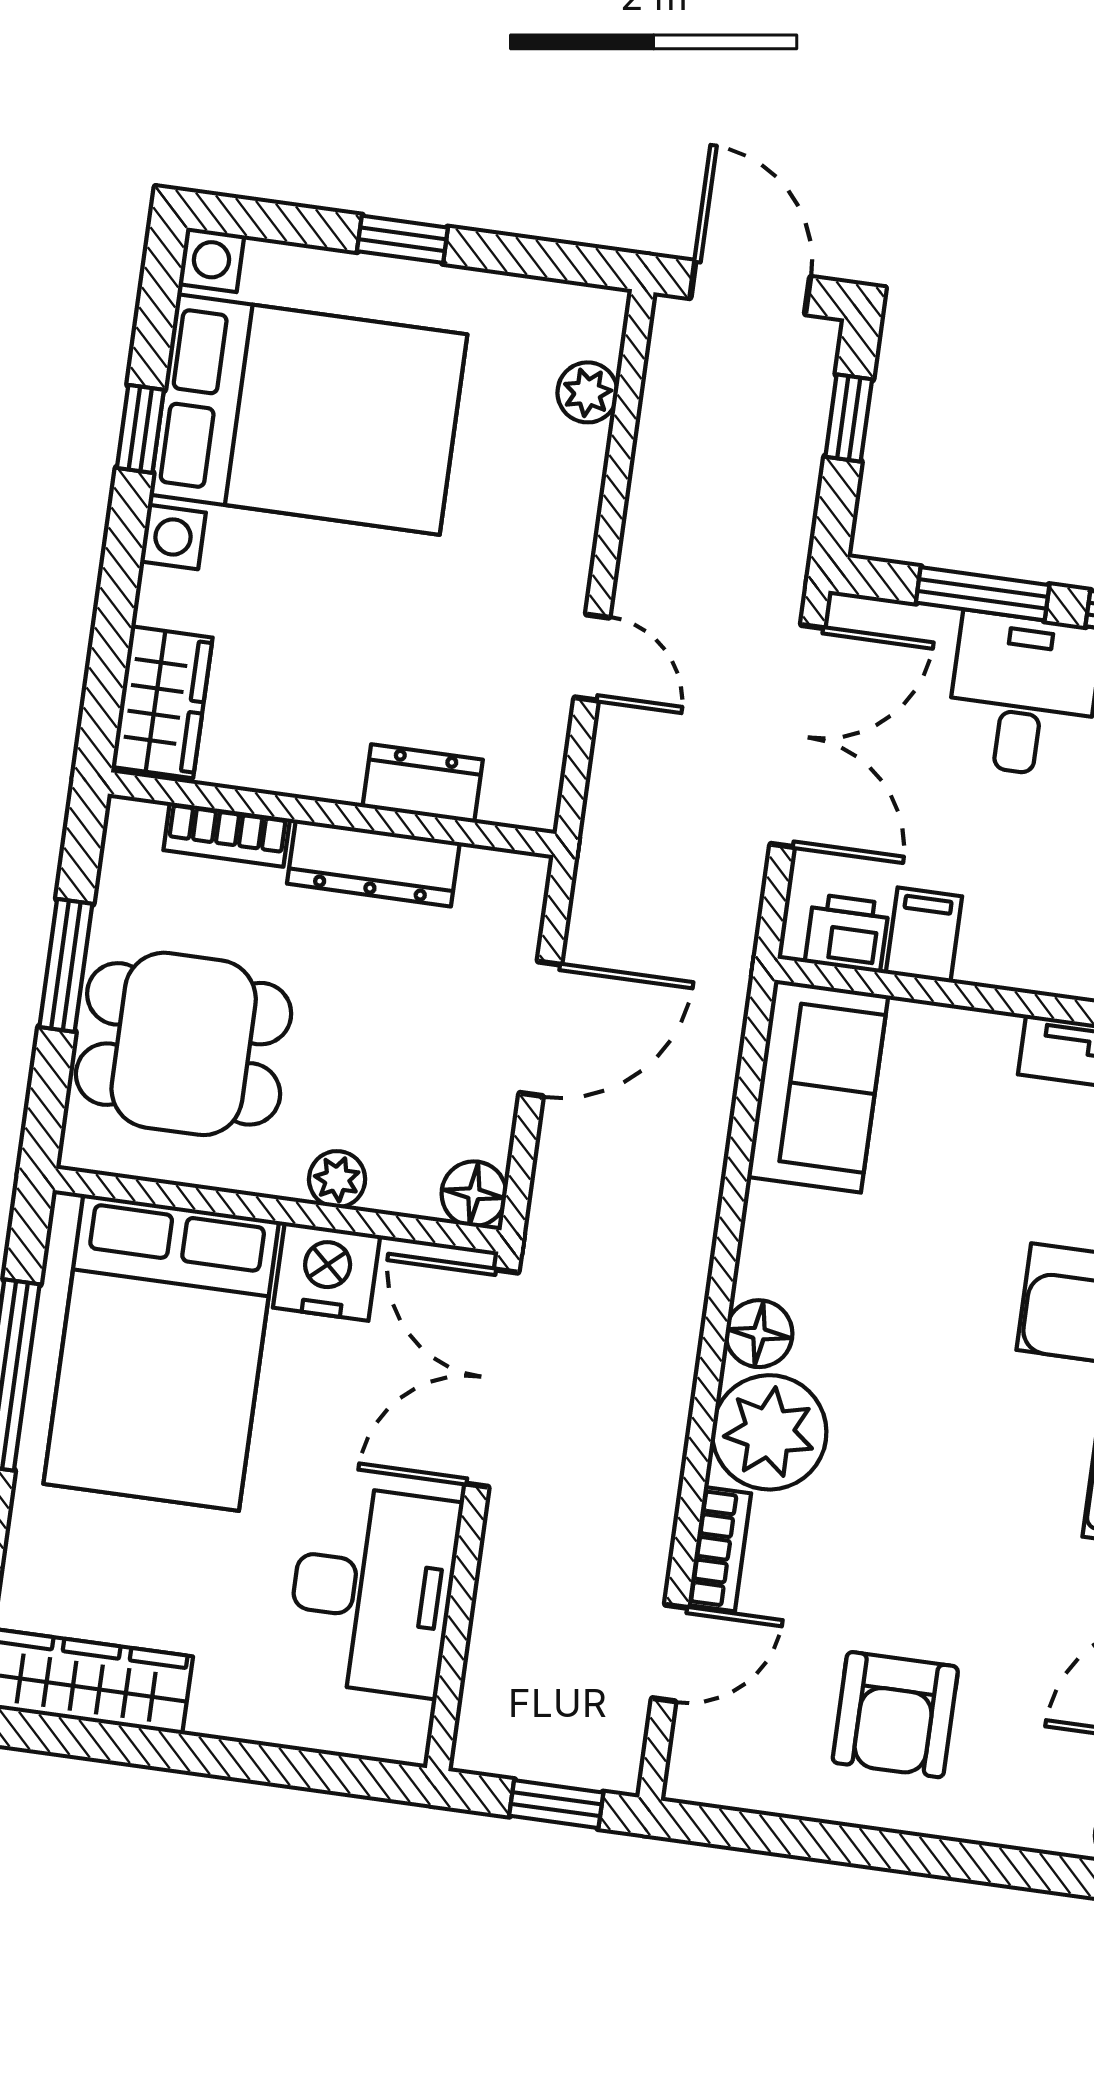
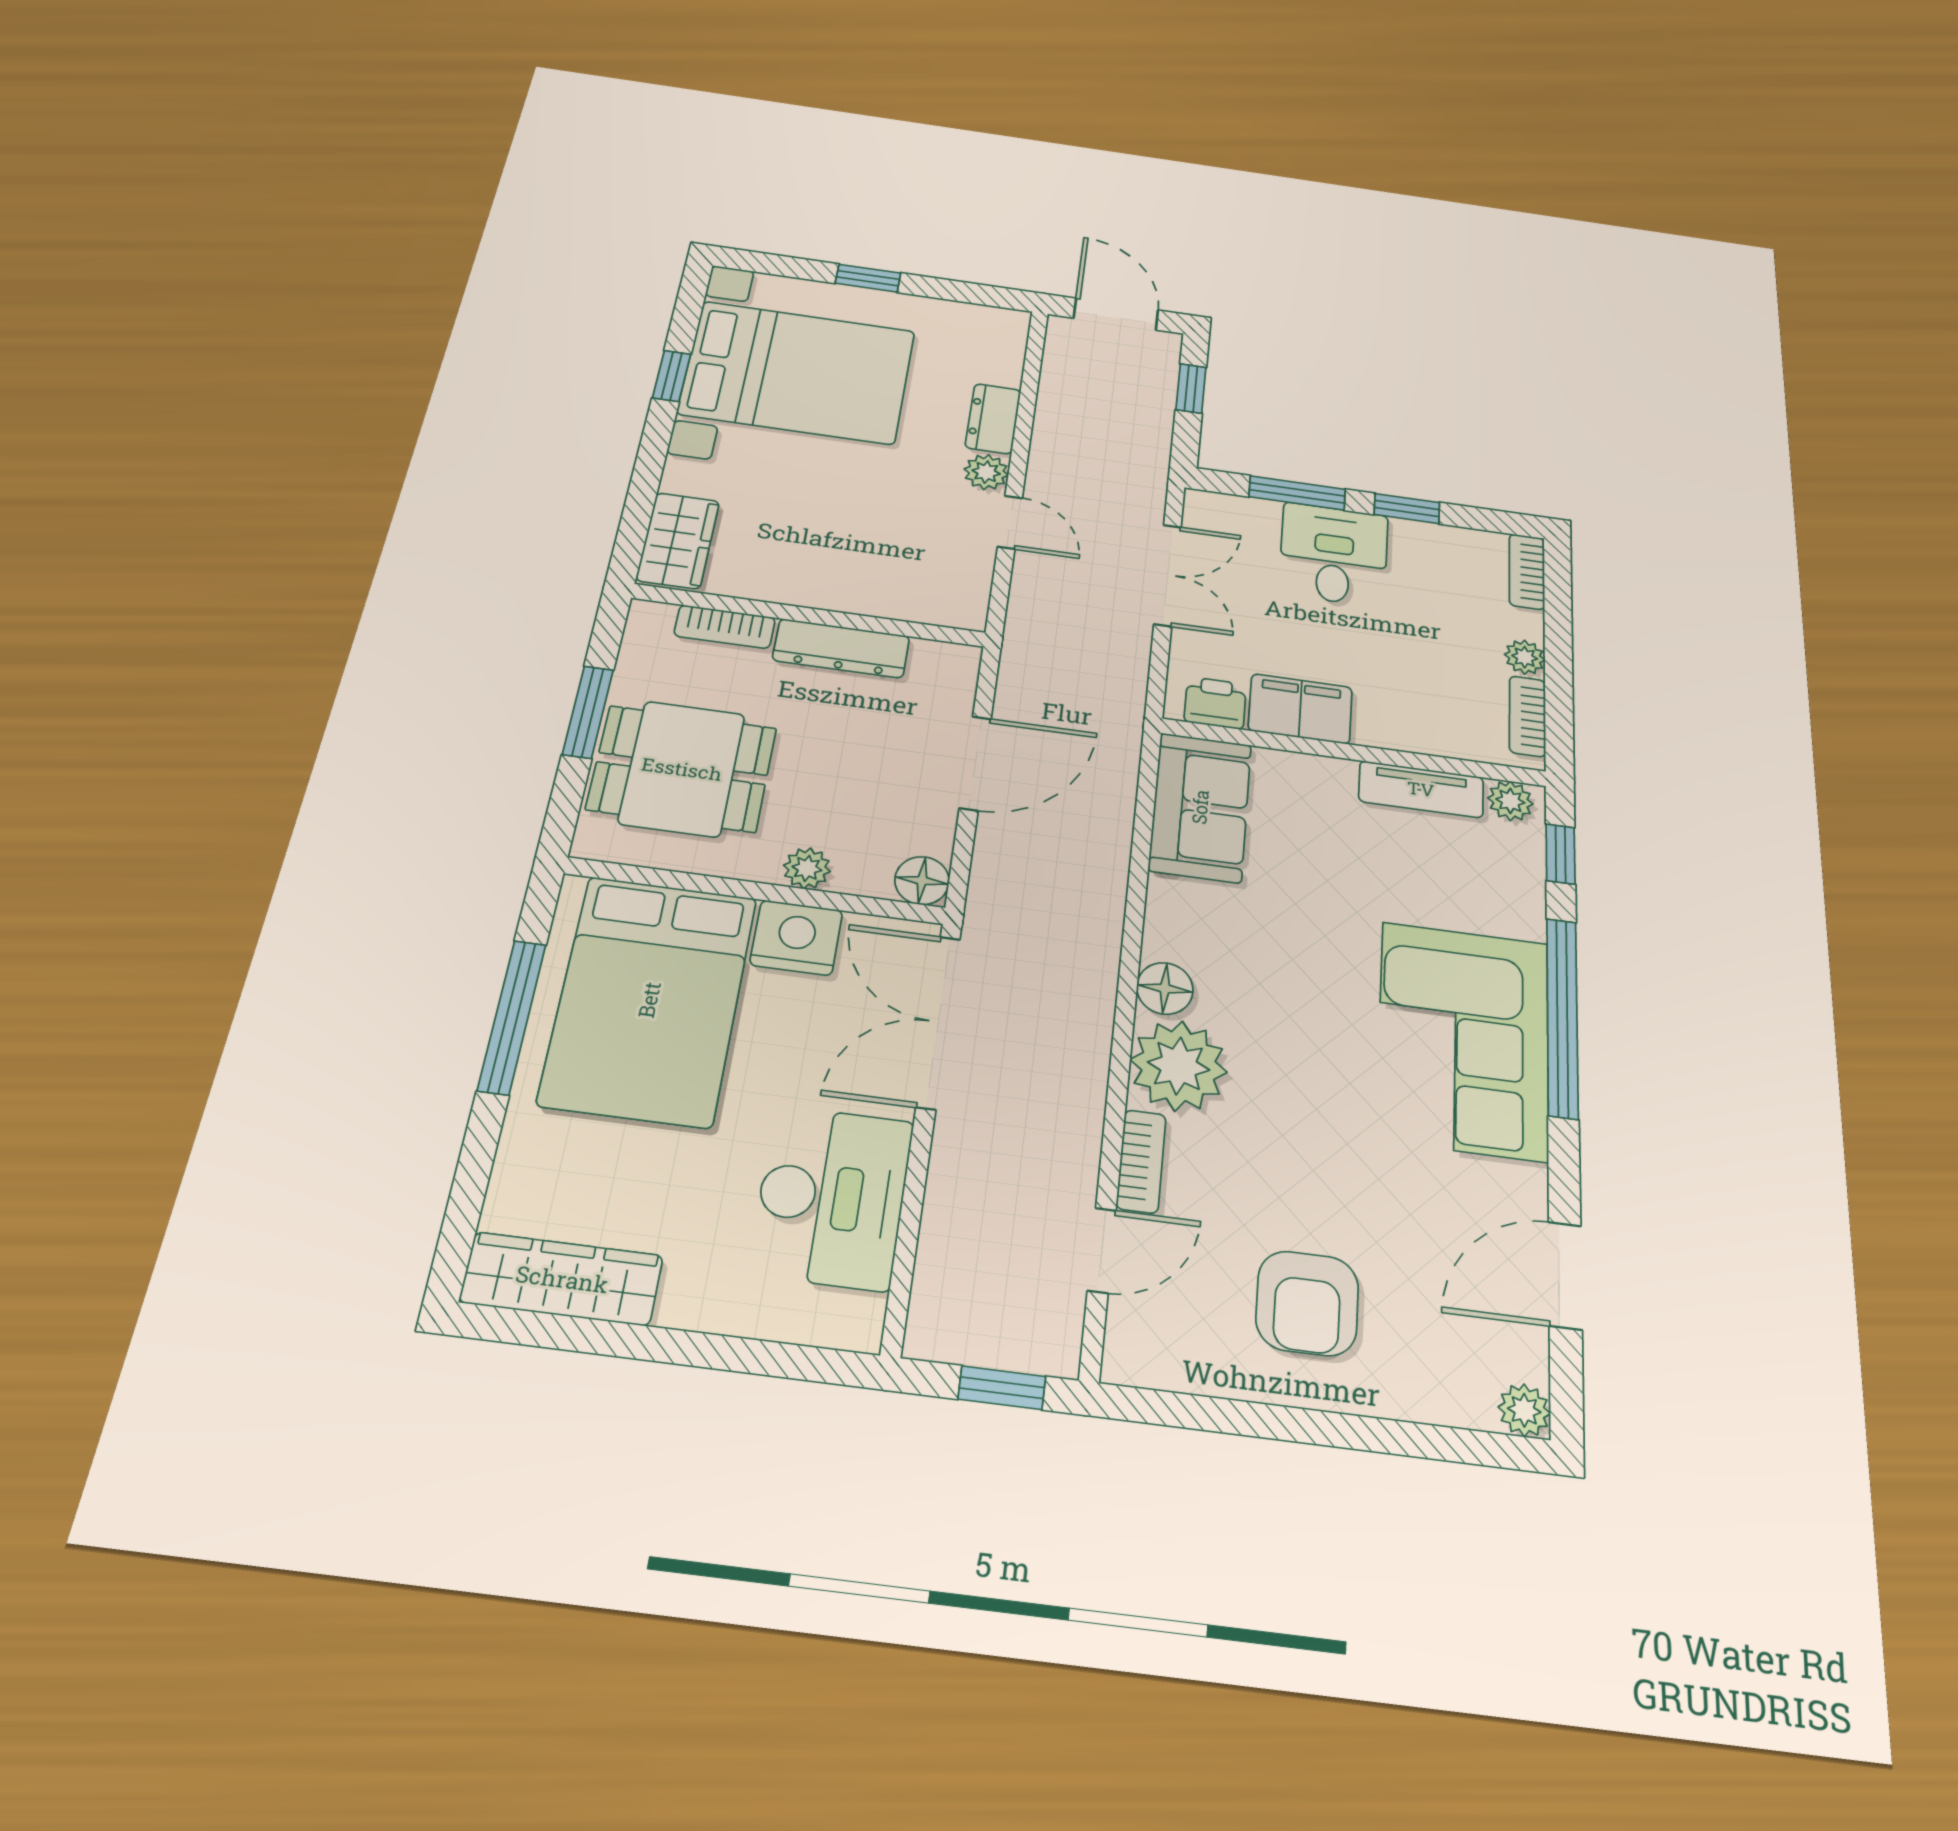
plant: (587, 392) -> (986, 472), moved
double door: (797, 736) -> (1168, 575), width x0.73
dresser: (423, 783) -> (993, 419), moved, turned -90
filing cabinet: (924, 935) -> (1300, 709), width x2.00

